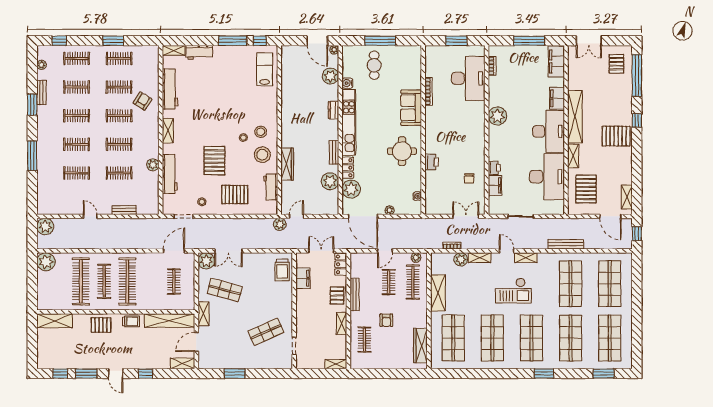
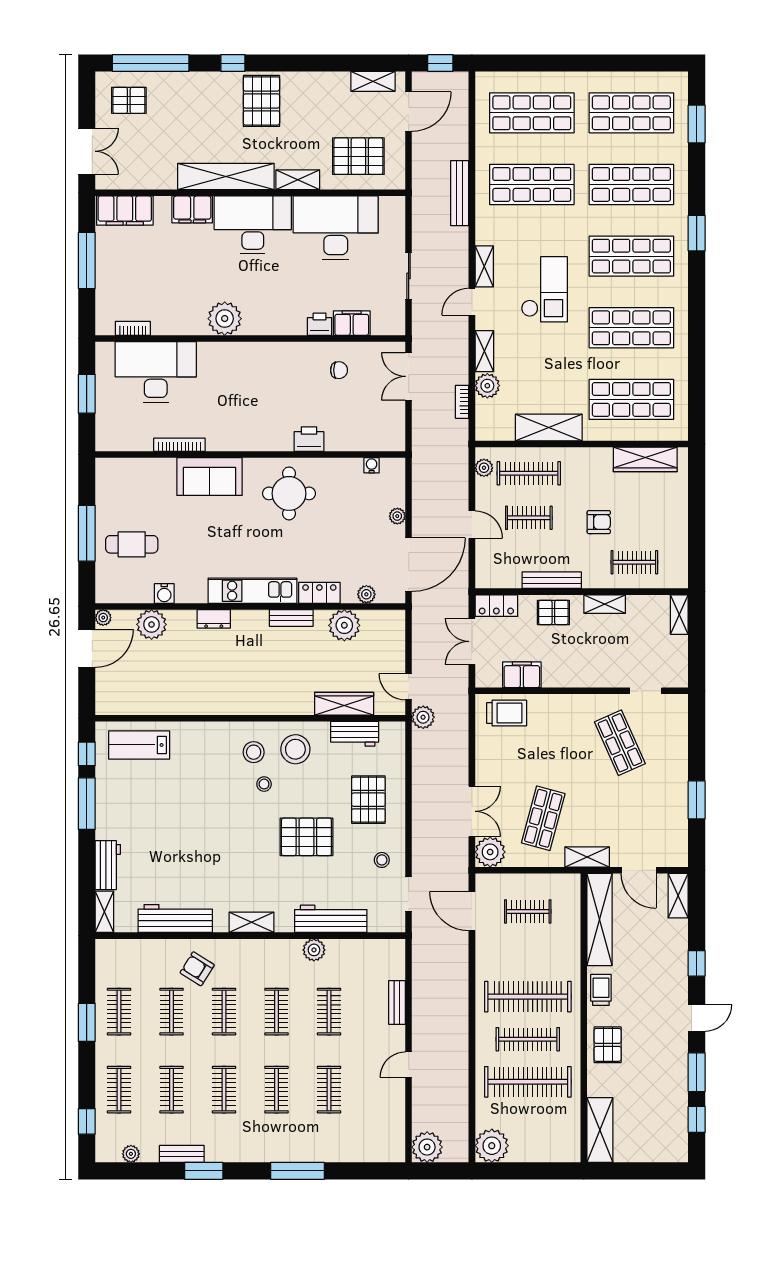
kitchen unit: (349, 122) -> (253, 591), width x0.73
wardrobe: (287, 164) -> (344, 704), moved
plant: (351, 189) -> (366, 594), width x0.53, depth x0.53

